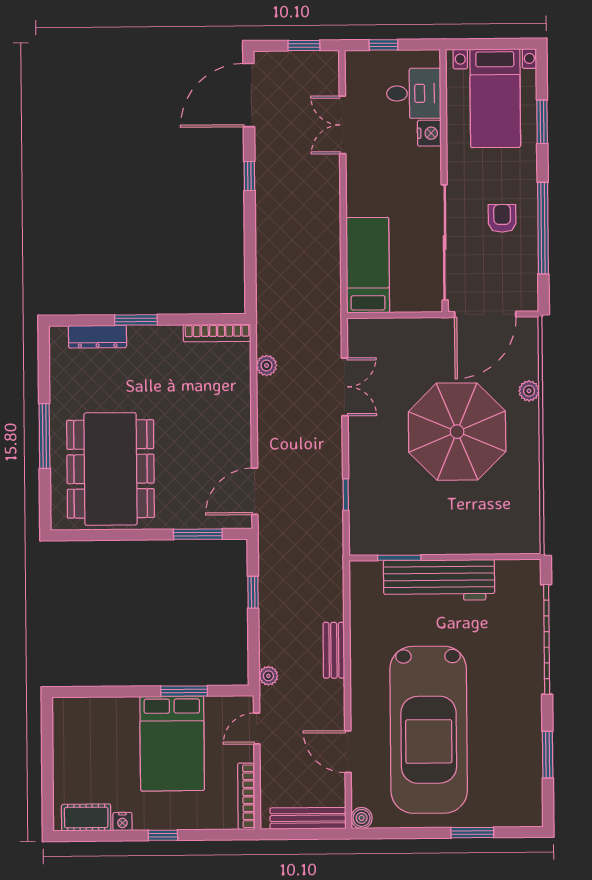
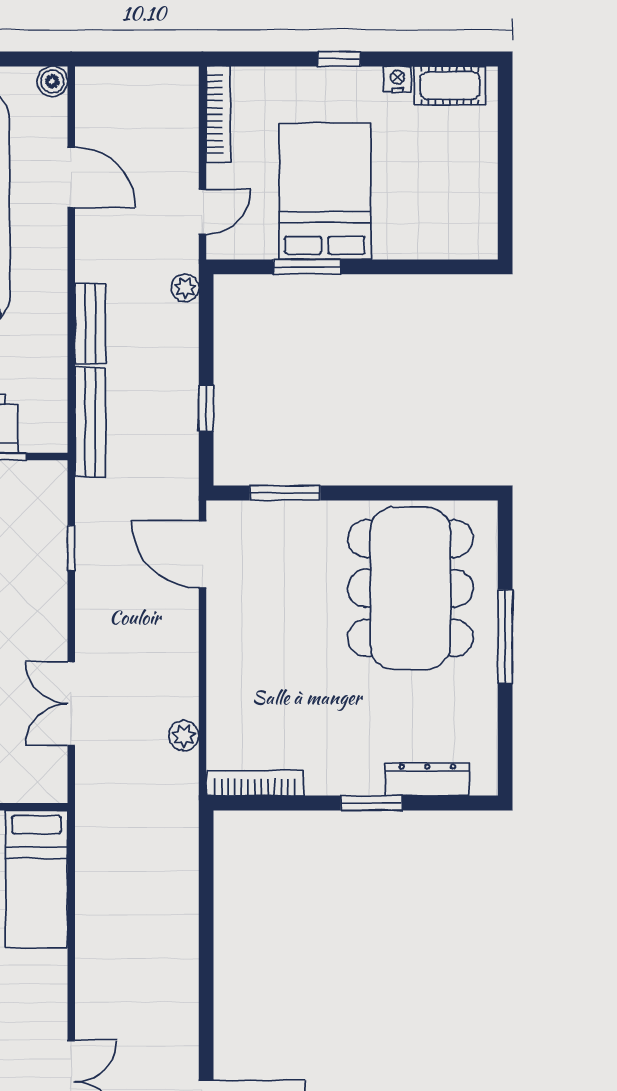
window: (249, 176) -> (206, 1009), removed
door: (255, 491) -> (202, 554), swing flipped
bench: (308, 818) -> (90, 422), moved, turned 90

